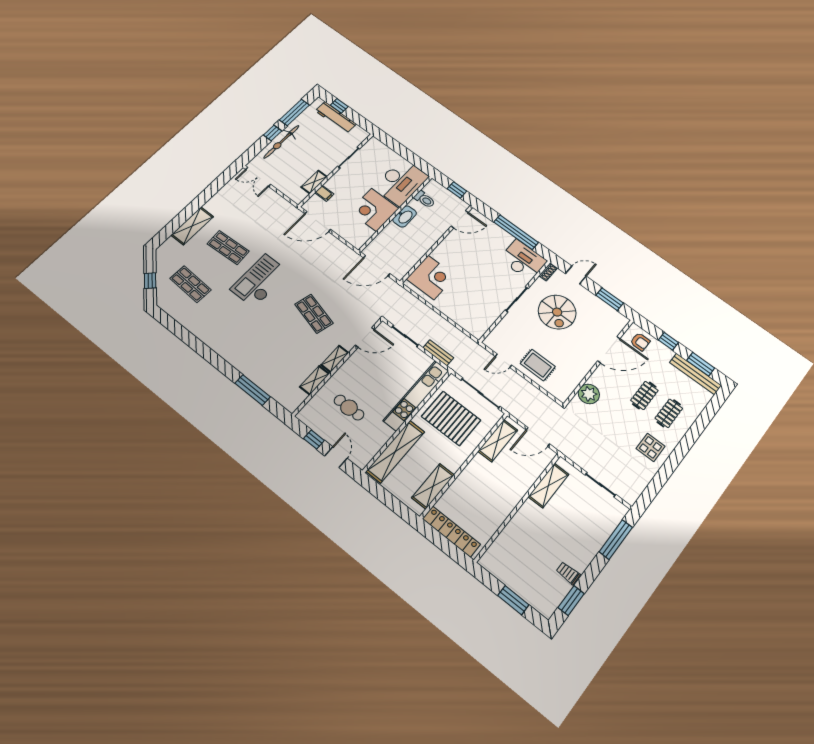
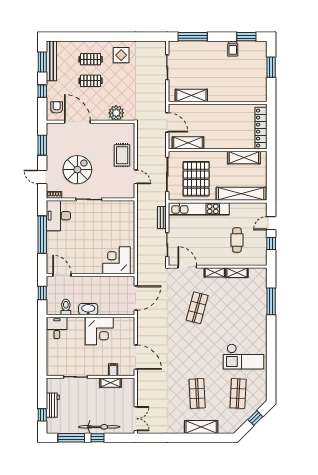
workbench: (336, 117) -> (53, 405), width x0.73
desk: (401, 182) -> (57, 328), width x0.53, depth x0.77
door: (377, 266) -> (136, 298), hinge flipped
checkout: (260, 281) -> (243, 356), moved

